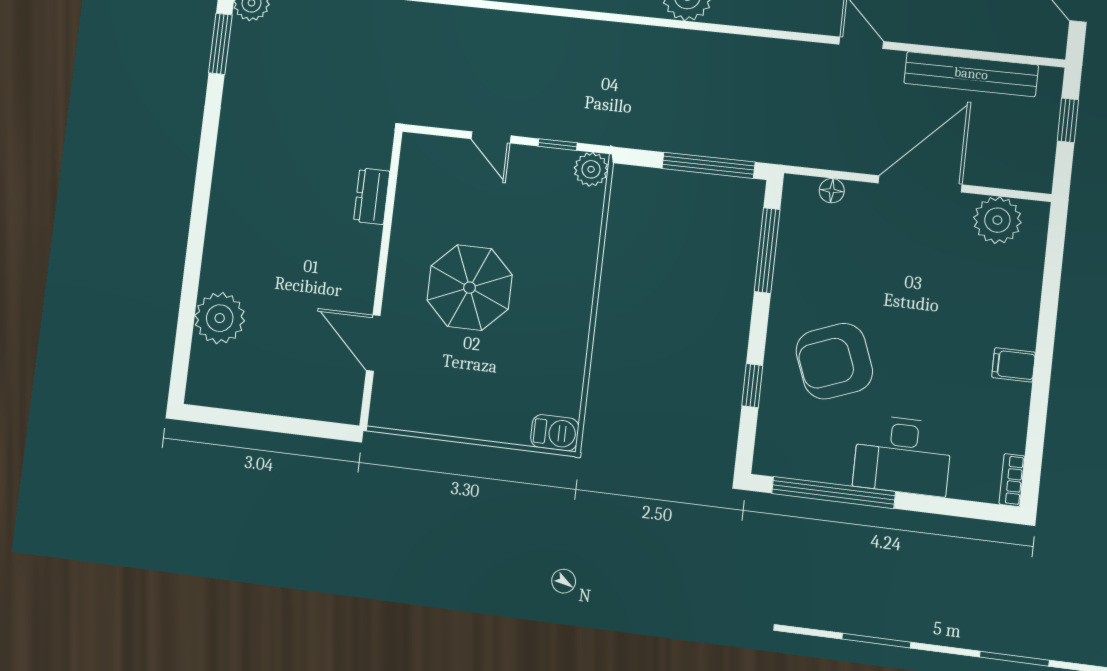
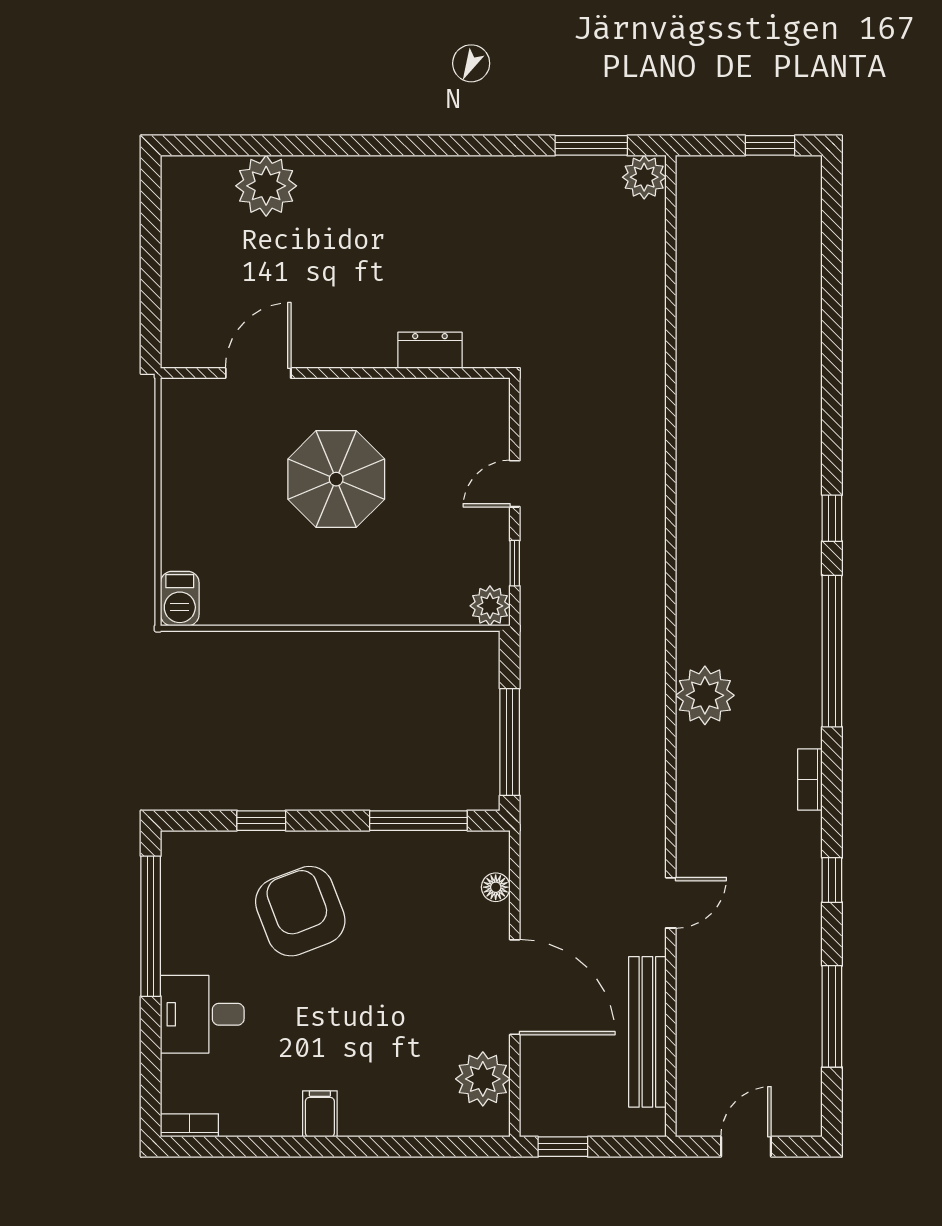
window: (1068, 120) -> (563, 1147), moved
desk: (903, 455) -> (202, 1014), width x0.73

